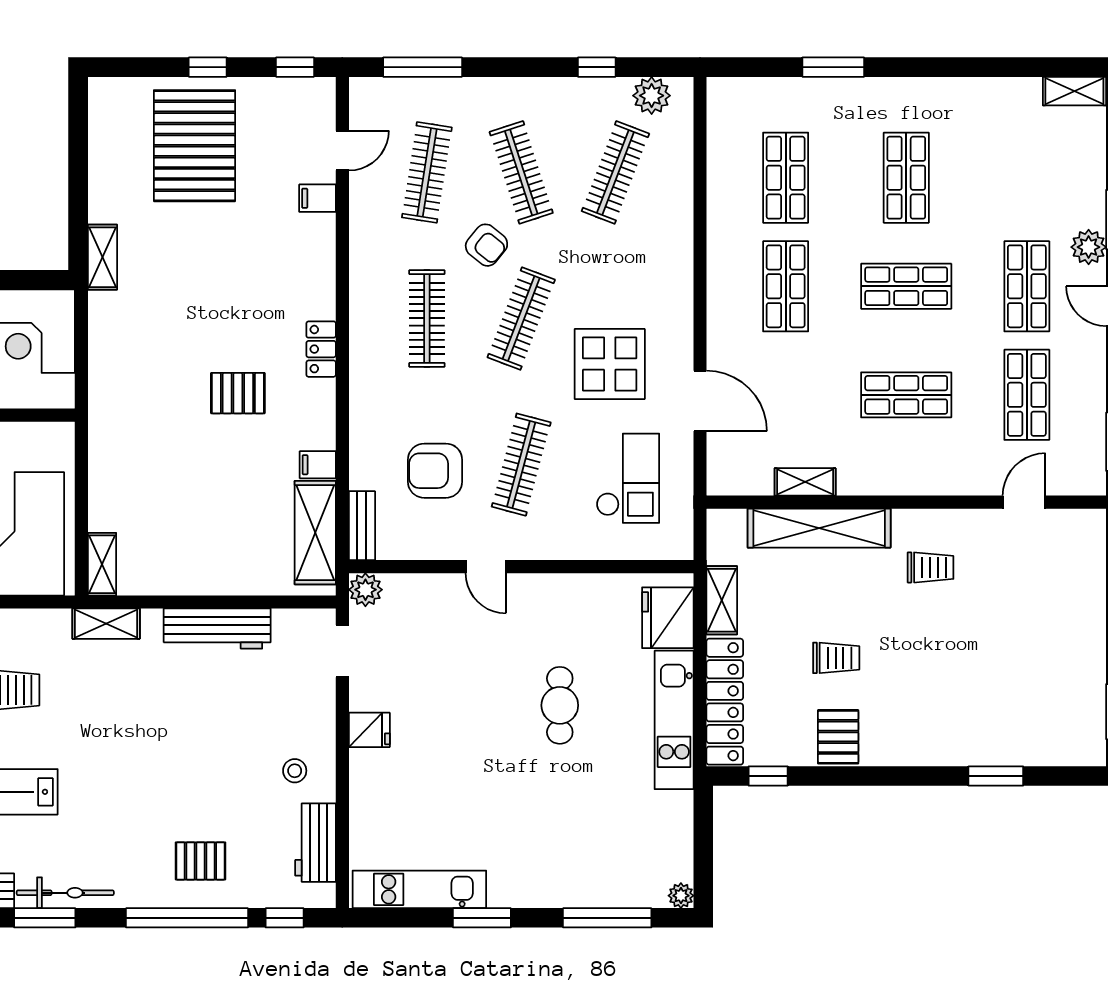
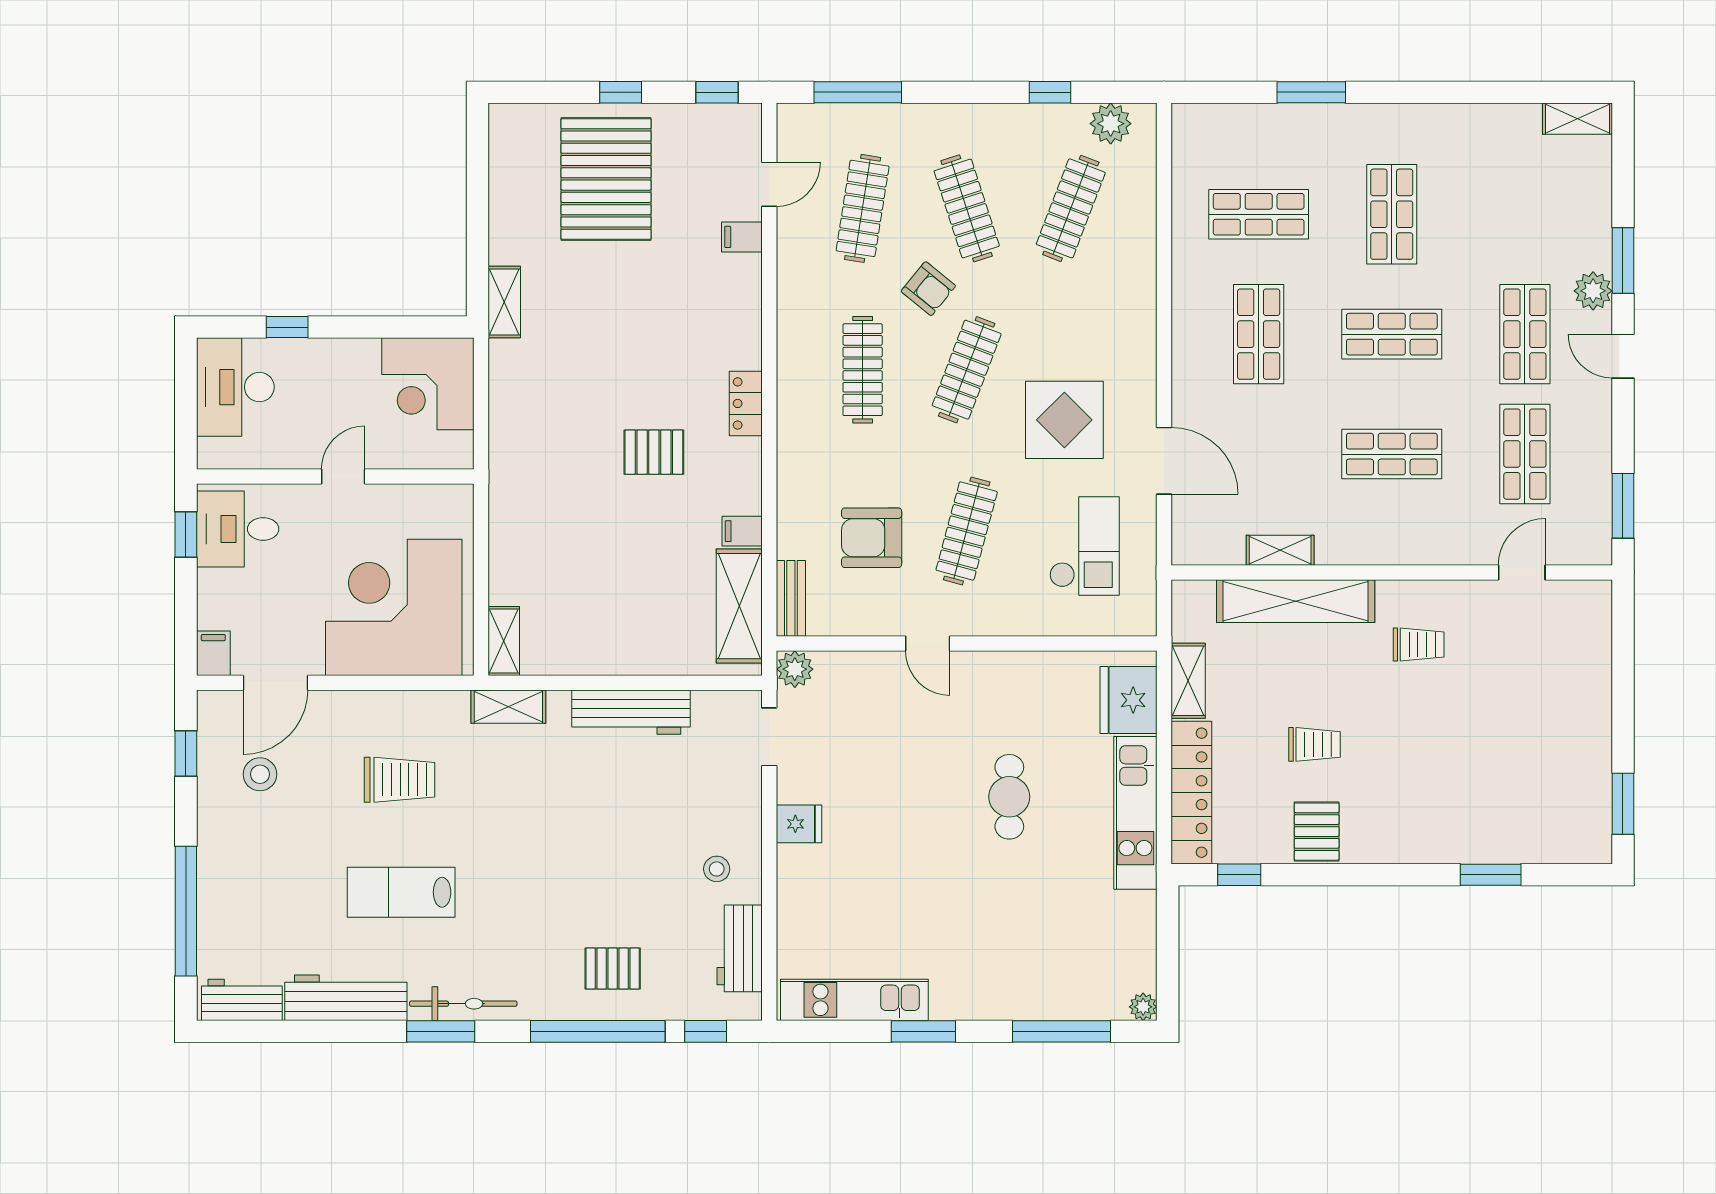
shop shelf: (786, 178) -> (1259, 214), turned 90

